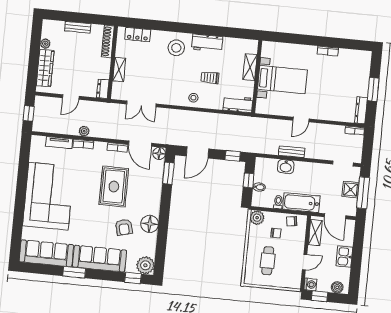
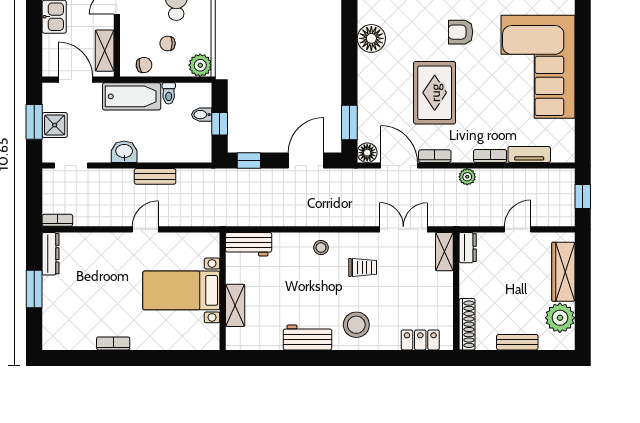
plant: (45, 44) -> (560, 318), width x1.88, depth x1.88
shelving: (119, 69) -> (444, 252), moved
trolley: (210, 78) -> (363, 267), moved
plant: (84, 131) -> (467, 177), moved
washbasin: (286, 167) -> (124, 152), moved
window: (363, 193) -> (34, 122), width x0.69
armchair: (124, 227) -> (461, 32), moved, turned -75

